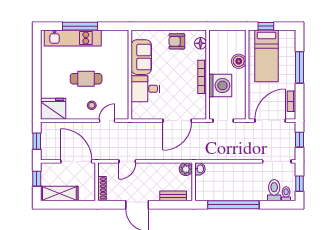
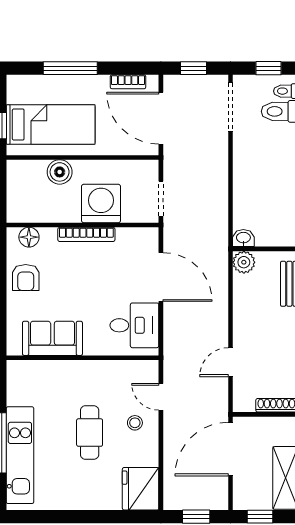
desk: (145, 89) -> (134, 325), moved, turned -90
door: (127, 161) -> (231, 362), swing flipped

